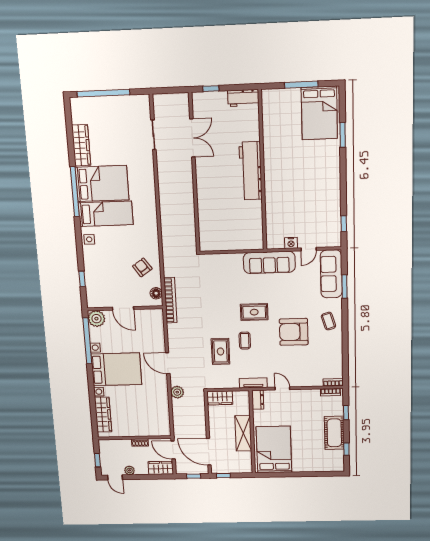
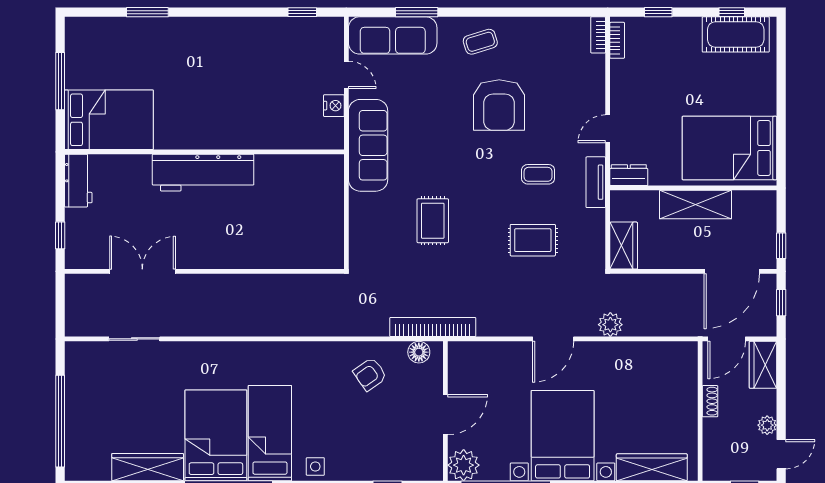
bed: (319, 113) -> (109, 120), moved
rug: (254, 312) -> (433, 221), moved
coffee table: (245, 341) -> (538, 174), moved
cot: (334, 433) -> (736, 34), moved

